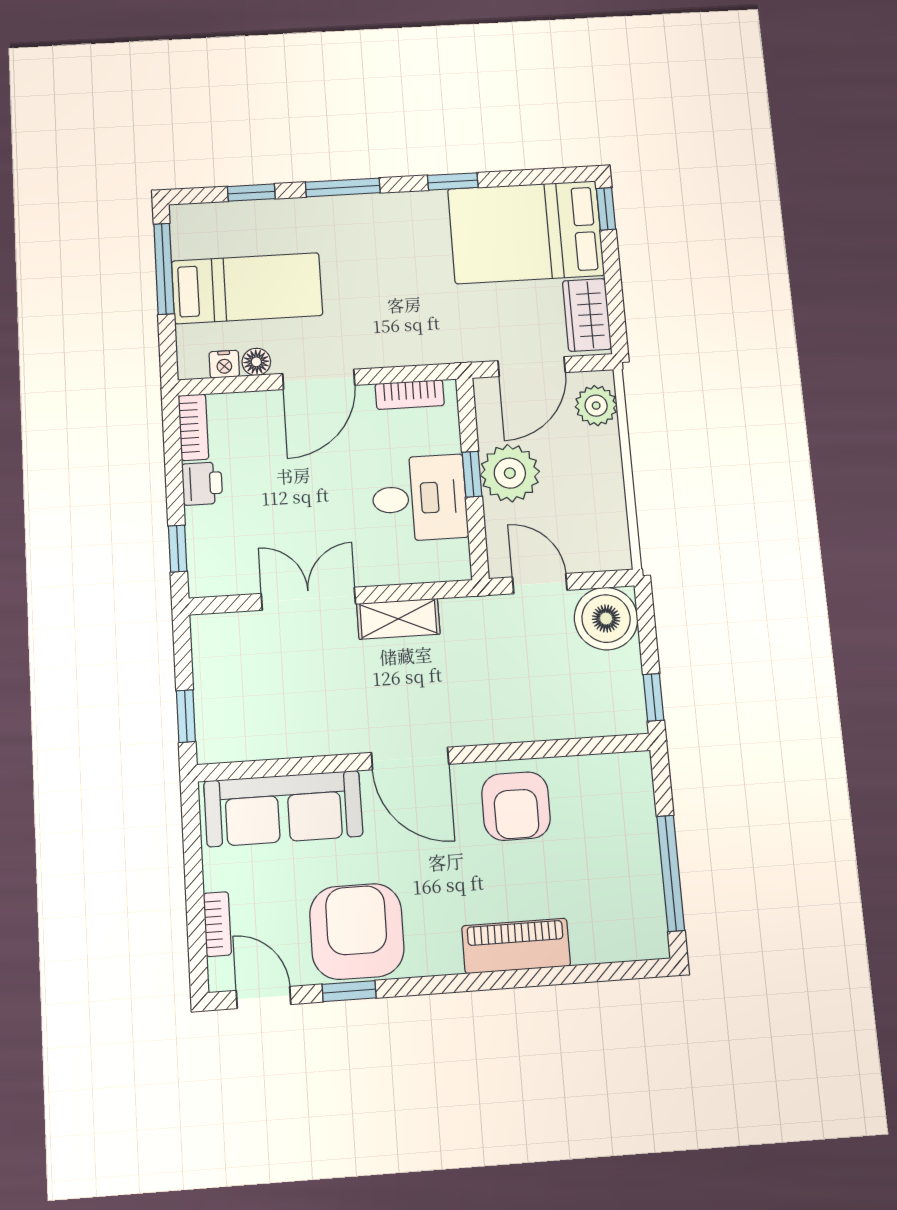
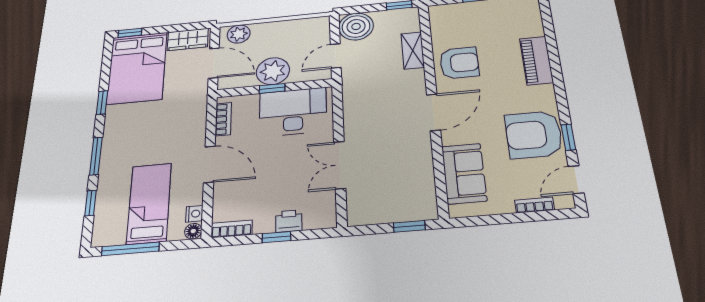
floor lamp: (256, 362) -> (193, 231), moved
printer: (202, 484) -> (289, 221), moved
desk: (419, 498) -> (293, 112), width x1.37
window: (178, 549) -> (276, 237), moved
shelving: (398, 619) -> (413, 50), moved
sofa: (283, 809) -> (464, 173), width x0.73

